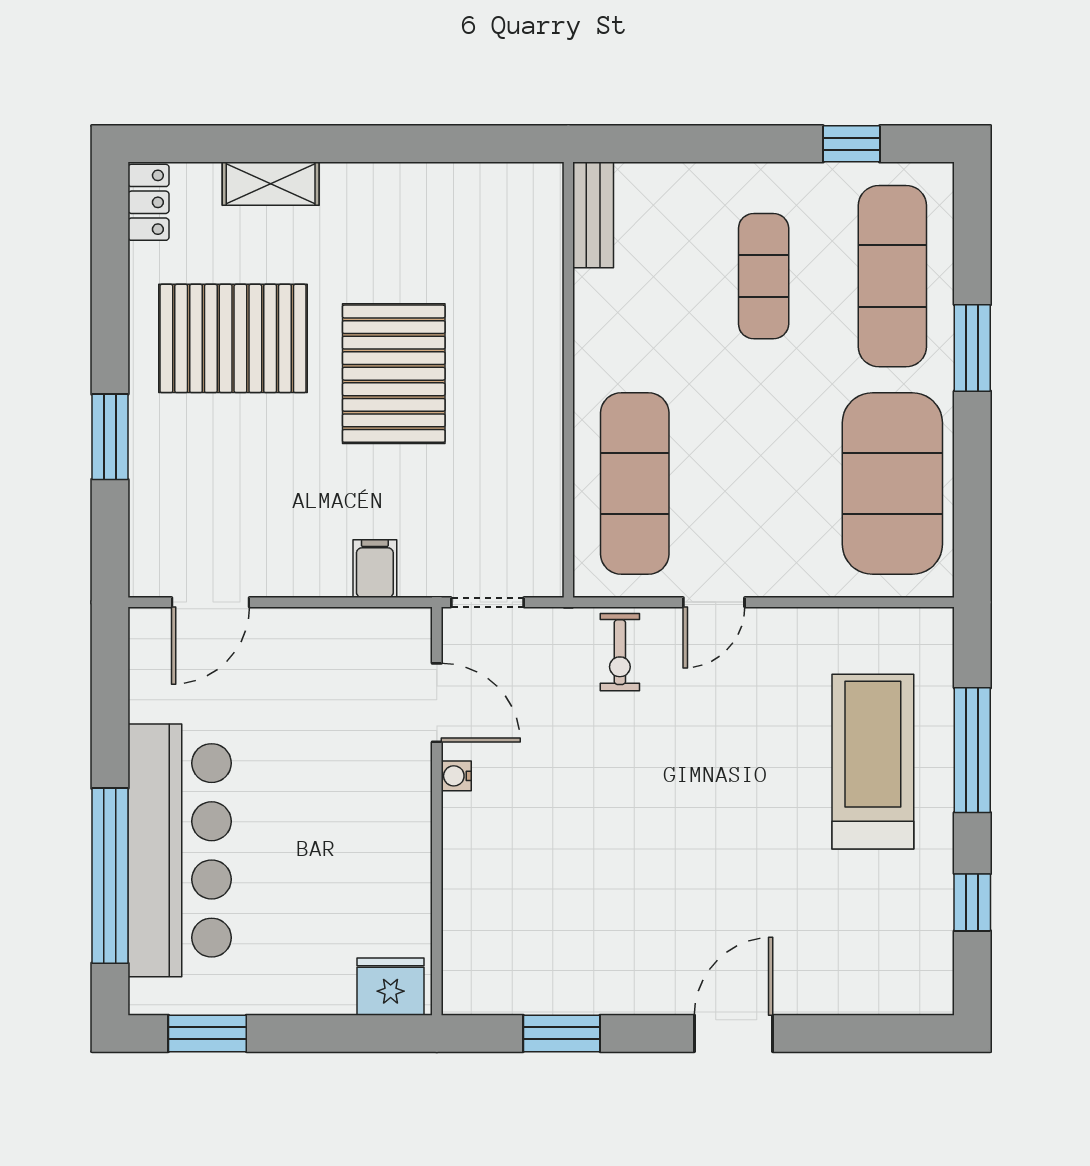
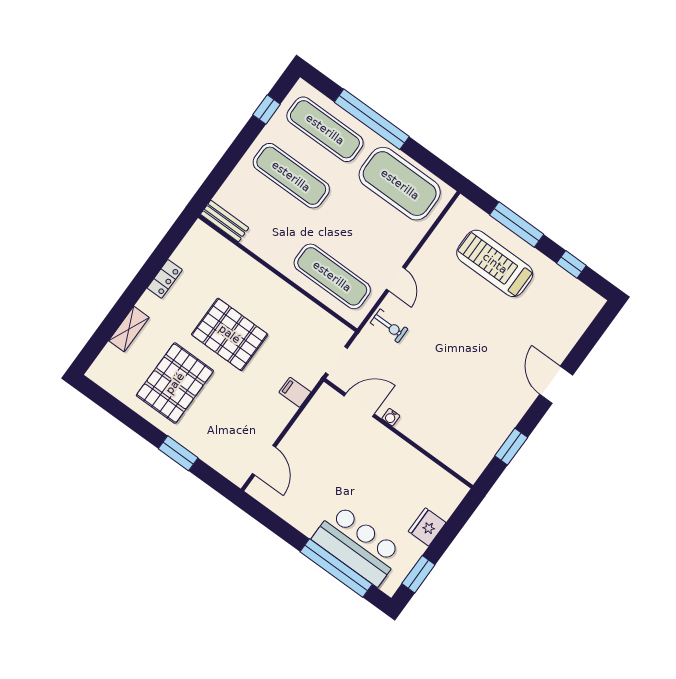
locker: (148, 202) -> (165, 279), moved, turned 90
exercise mat: (764, 276) -> (291, 176), width x1.36, depth x1.45
window: (972, 348) -> (372, 119), width x2.11
bar counter: (180, 850) -> (357, 545), width x0.73
fridge: (391, 987) -> (427, 527), moved

